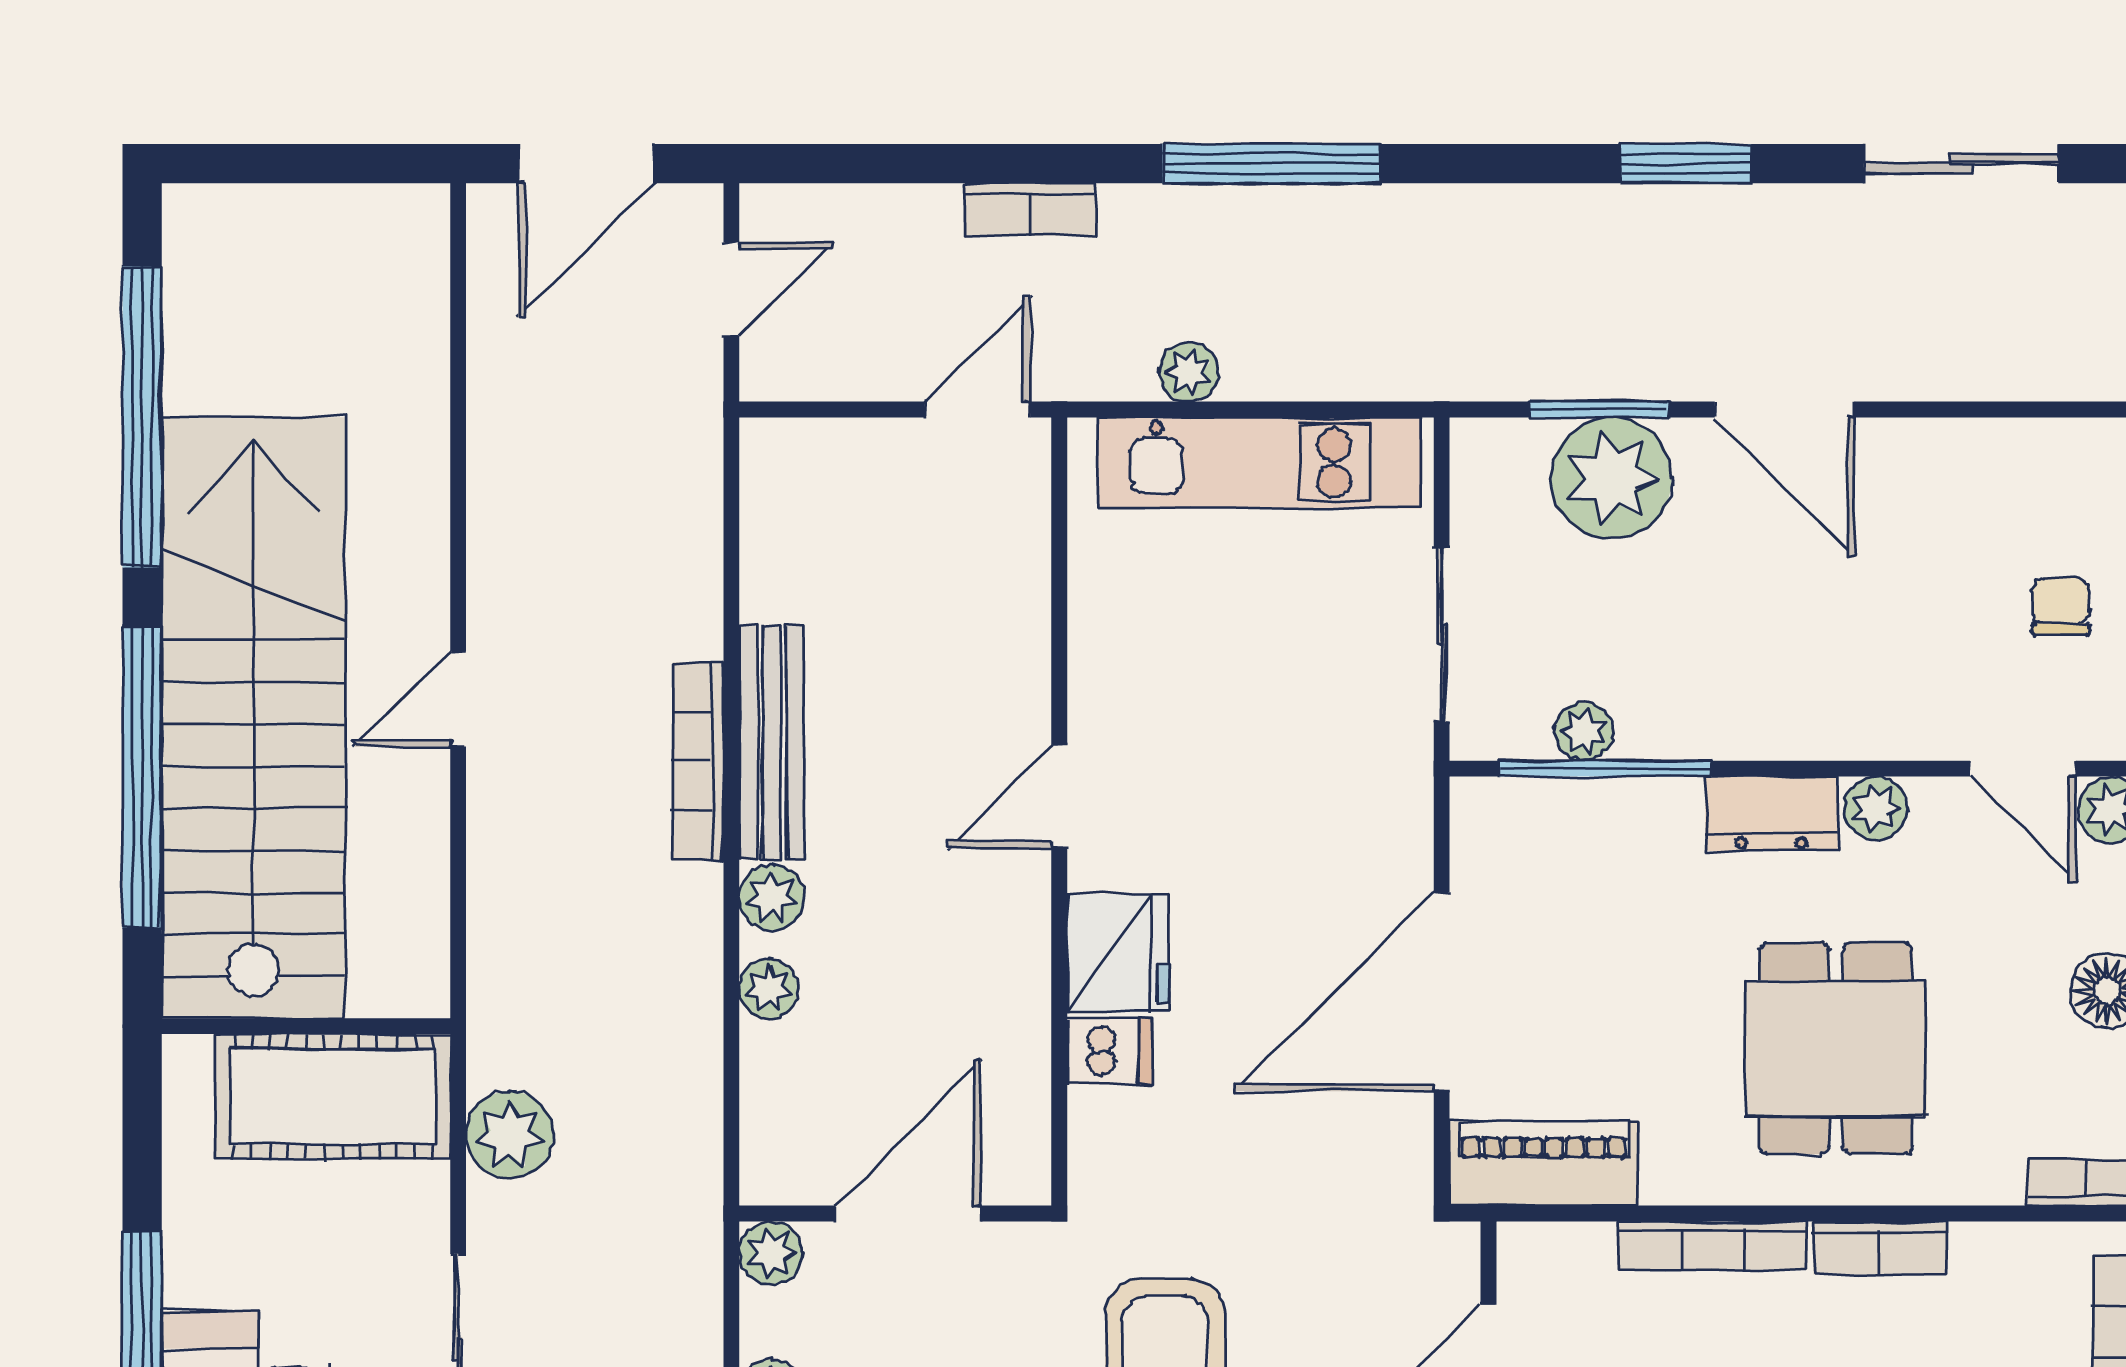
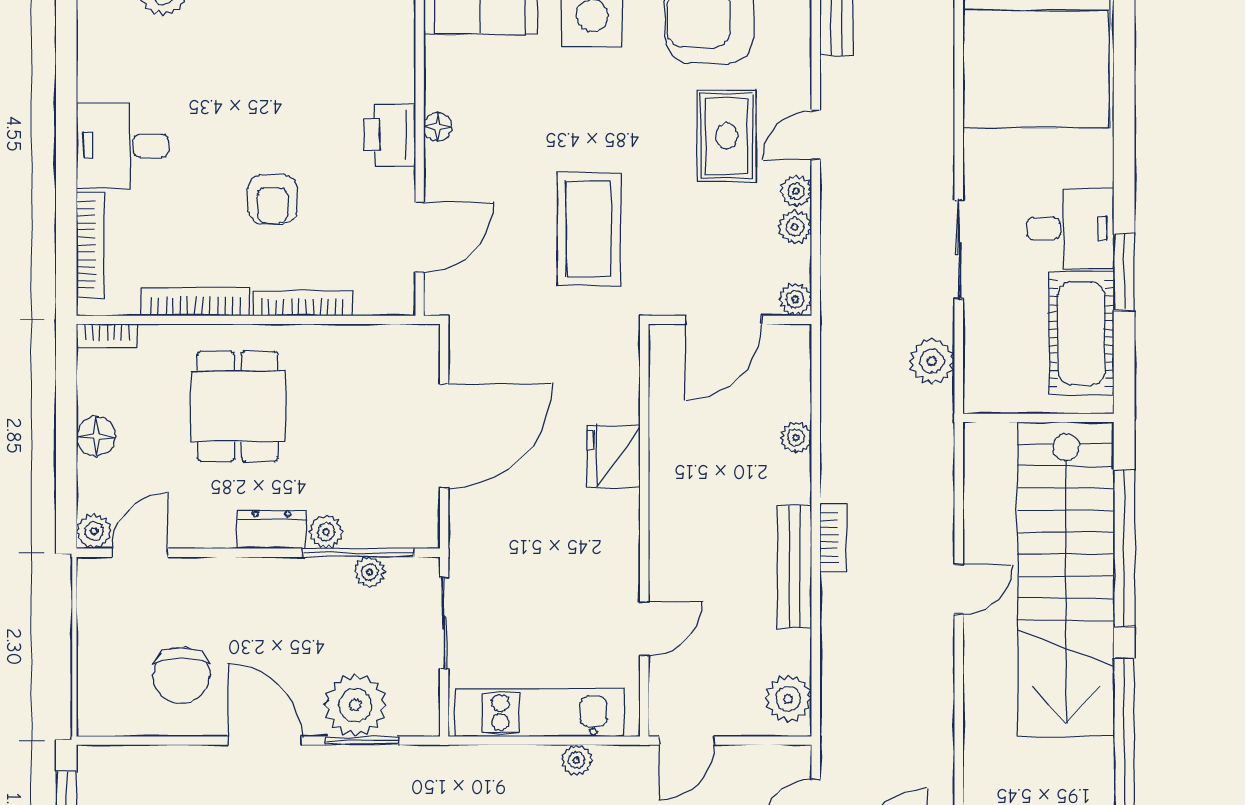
chair: (2061, 606) -> (181, 675), moved, width x1.87, depth x1.87
bookcase: (698, 761) -> (833, 538), width x0.64
door: (2023, 769) -> (140, 553), hinge flipped
door: (1059, 796) -> (644, 629), moved
plant: (1876, 808) -> (326, 532), moved
plant: (772, 898) -> (788, 699), moved, width x1.38, depth x1.38
dishwasher: (1110, 1051) -> (618, 405), removed
cot: (333, 1096) -> (1081, 333), moved, turned 90
piano: (1544, 1163) -> (391, 346), removed
bookcase: (1880, 1248) -> (195, 302), width x1.56

